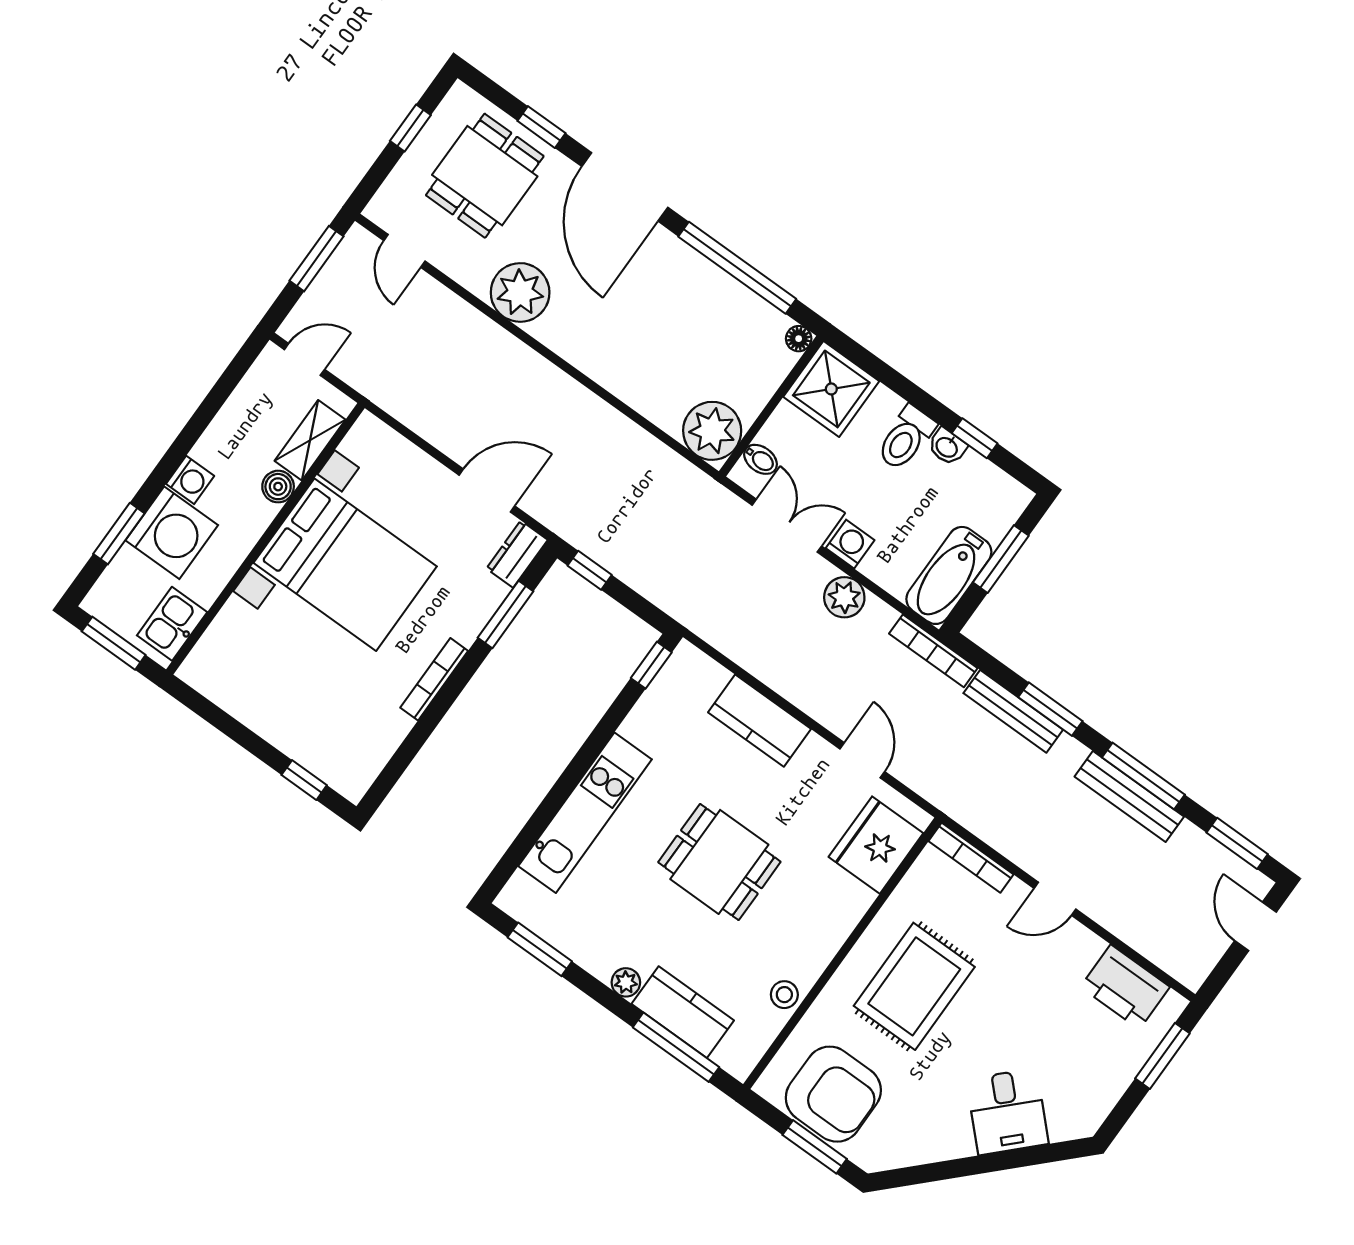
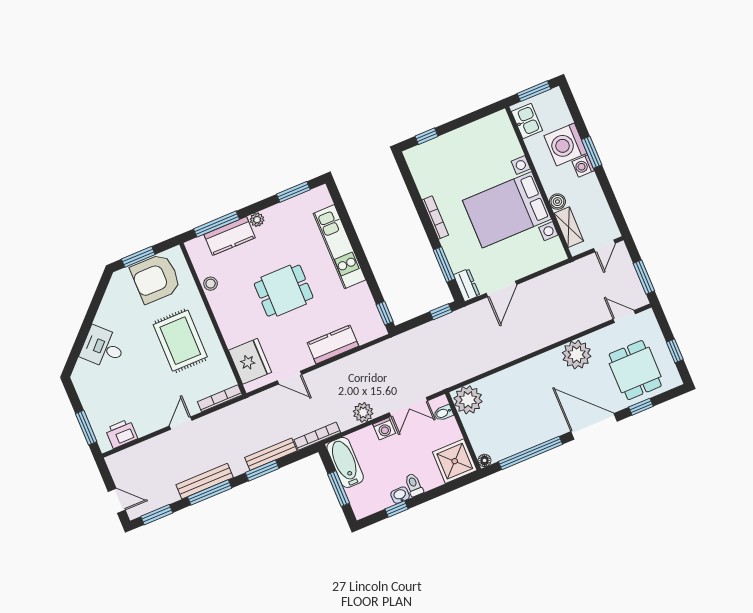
toilet: (906, 438) -> (414, 485), width x0.73, depth x0.72
window: (119, 534) -> (592, 152), moved
printer: (1125, 987) -> (121, 434), width x0.73, depth x0.84

